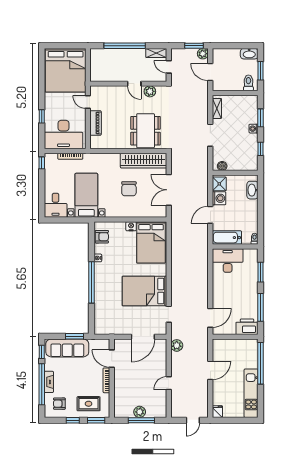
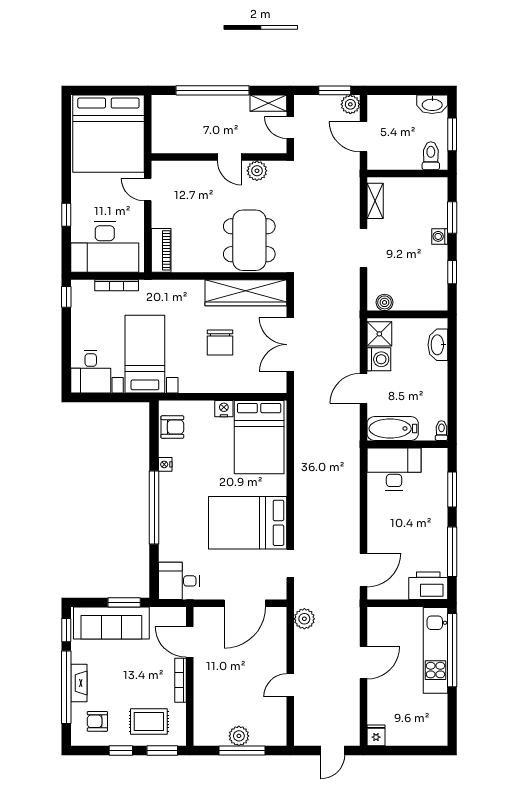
piano: (95, 123) -> (161, 250), moved
desk: (106, 324) -> (179, 581), added
kitchen unit: (251, 393) -> (435, 650), moved

